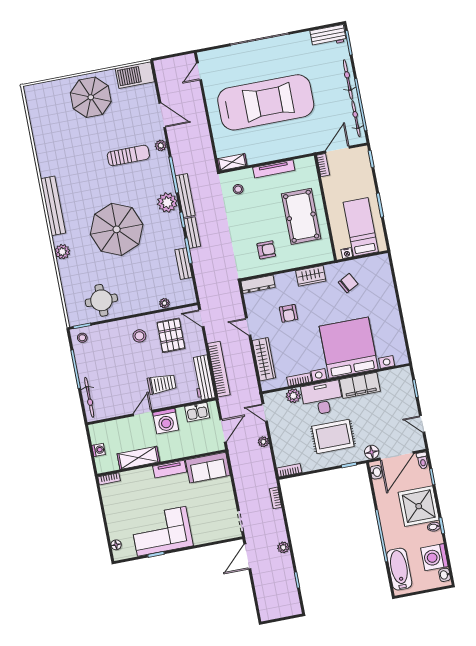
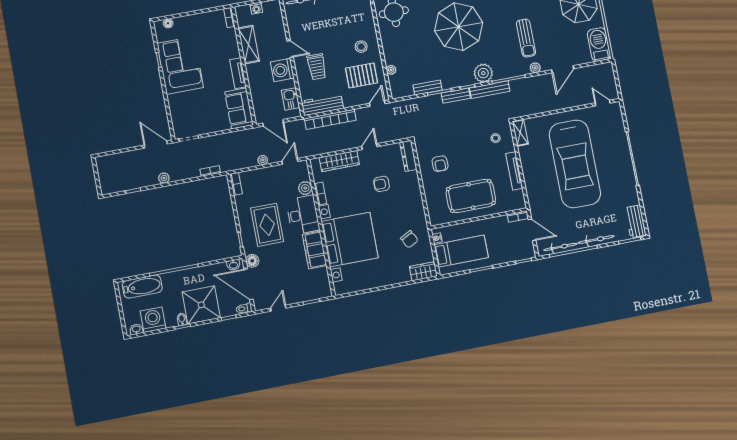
wardrobe: (311, 276) -> (423, 271), moved, turned 90

